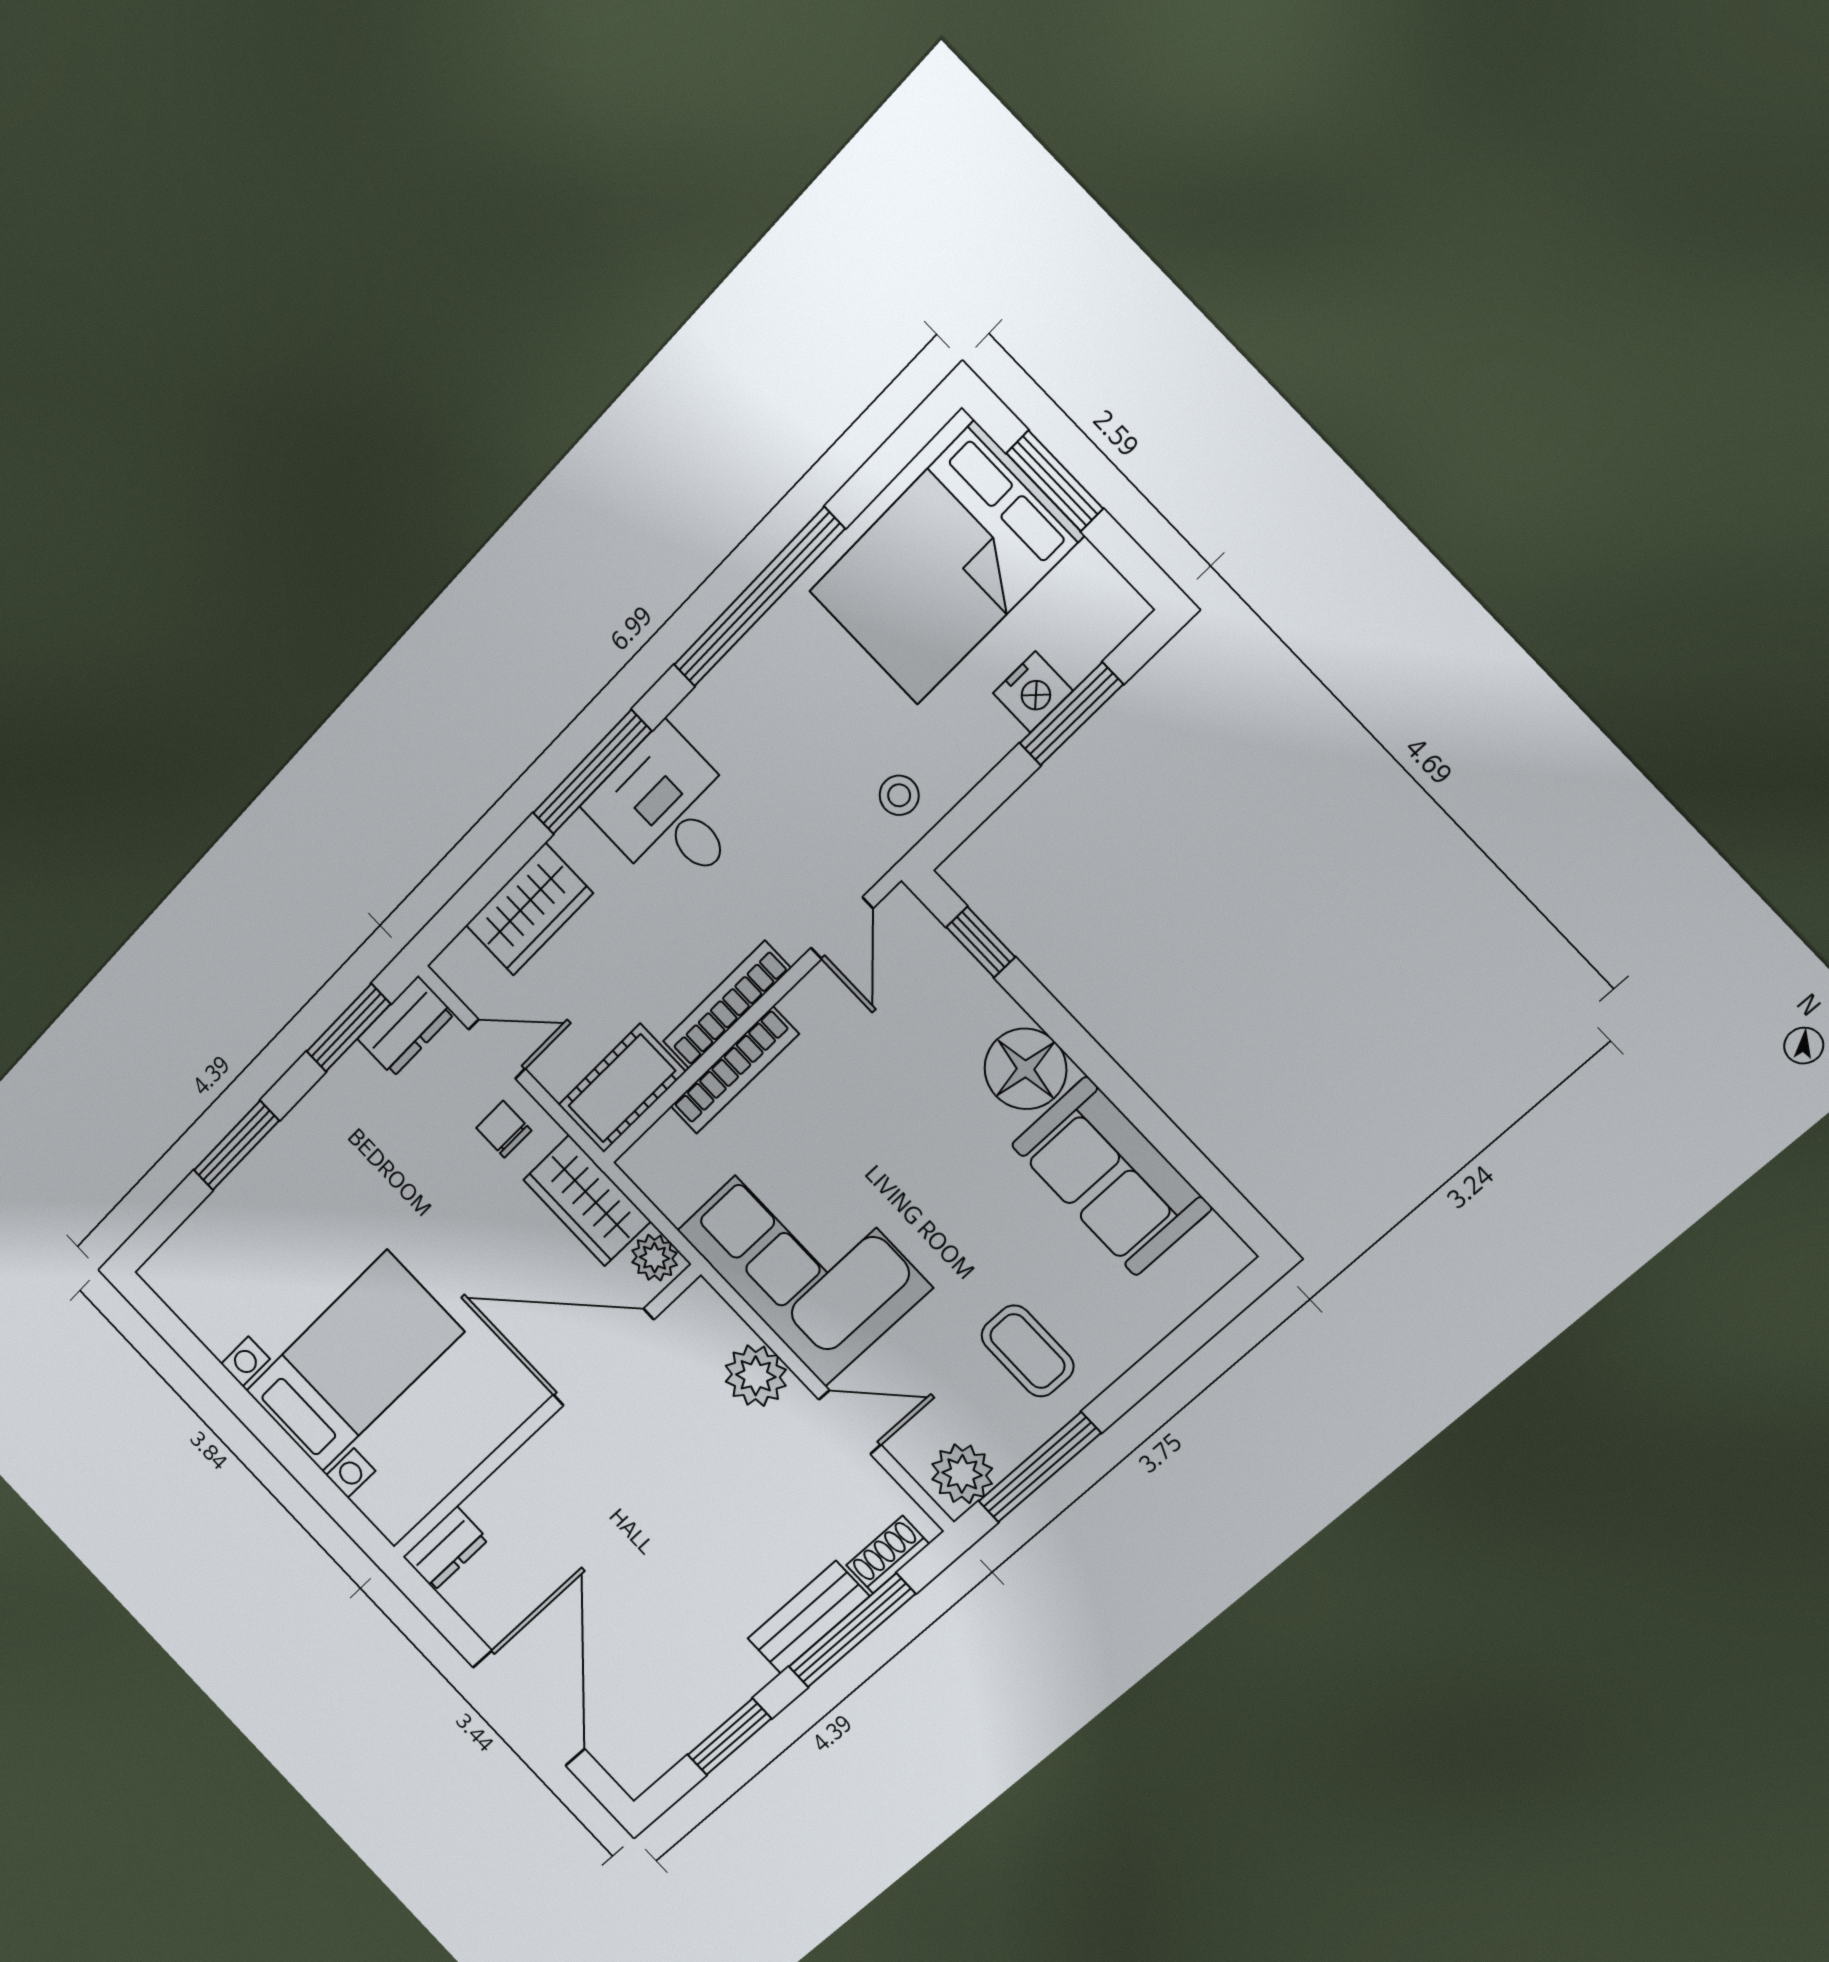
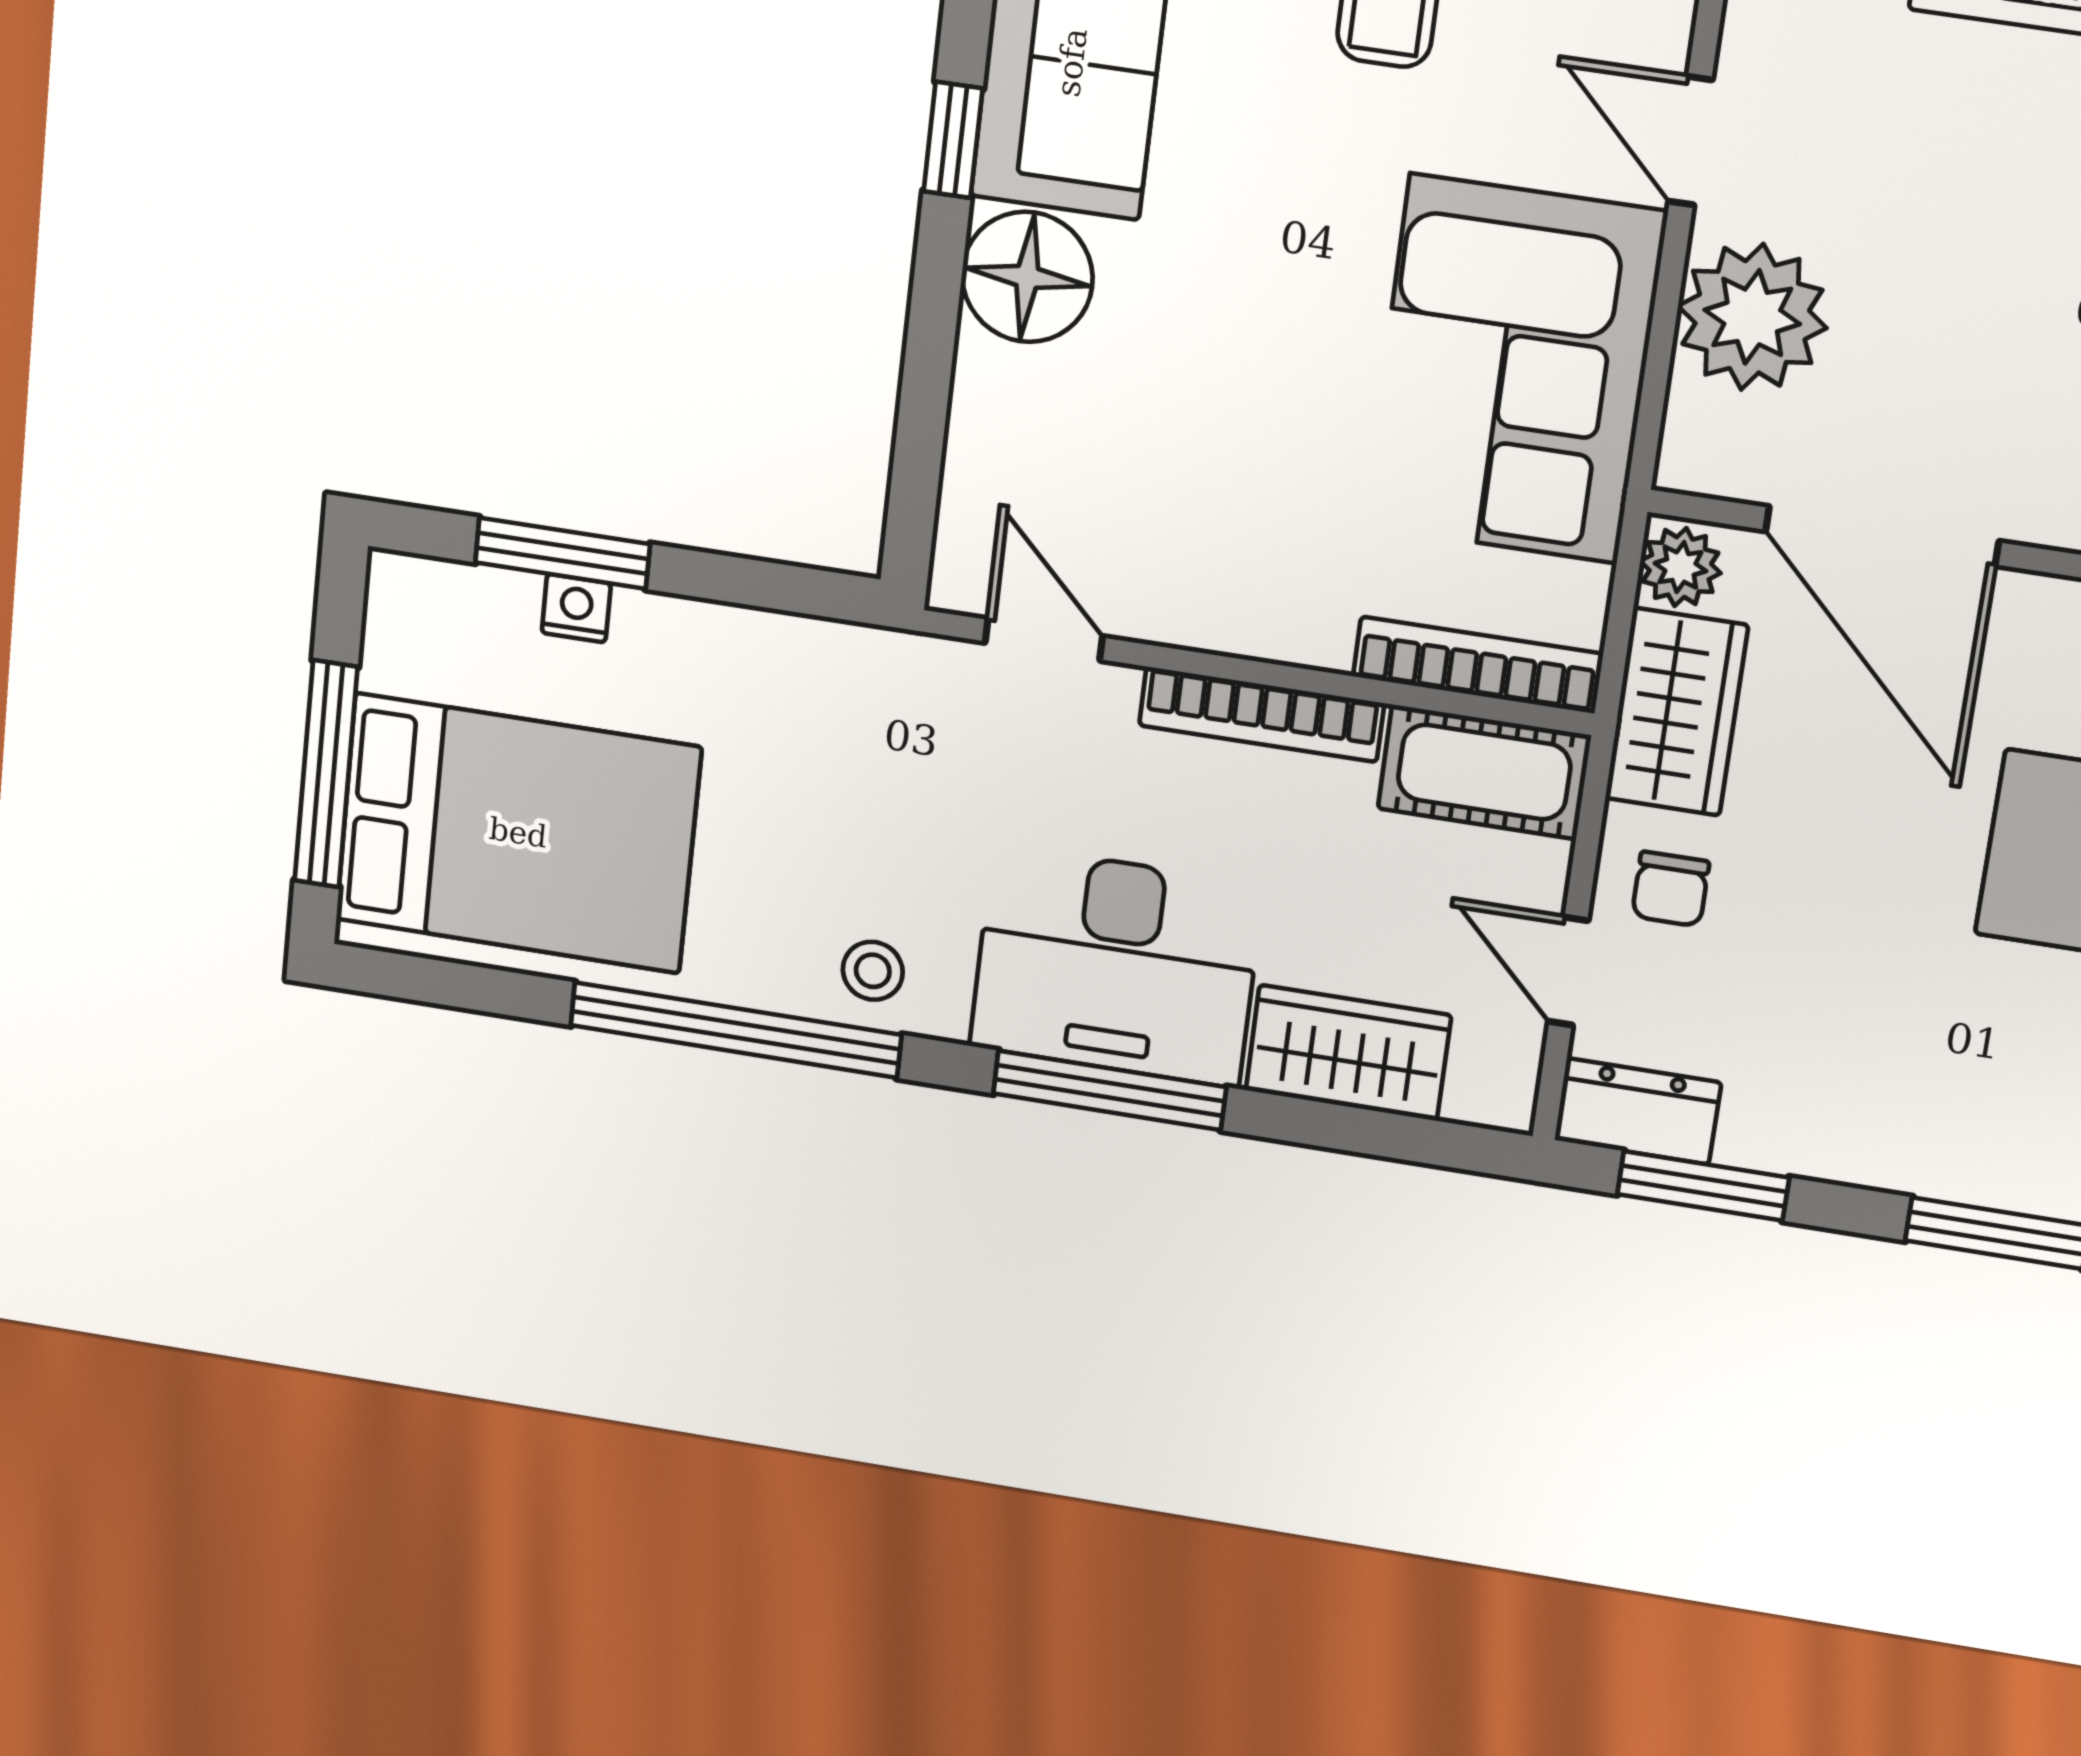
window: (1055, 481) -> (326, 774), width x1.44
nightstand: (1033, 692) -> (576, 608), width x0.72, depth x0.74
stool: (899, 795) -> (873, 971), moved
desk: (669, 812) -> (1116, 966), width x1.37
door: (842, 928) -> (1044, 639), hinge flipped
window: (981, 942) -> (953, 140), moved
bookcase: (734, 1070) -> (1478, 665), moved
plant: (756, 1376) -> (1752, 317), width x1.36, depth x1.36

